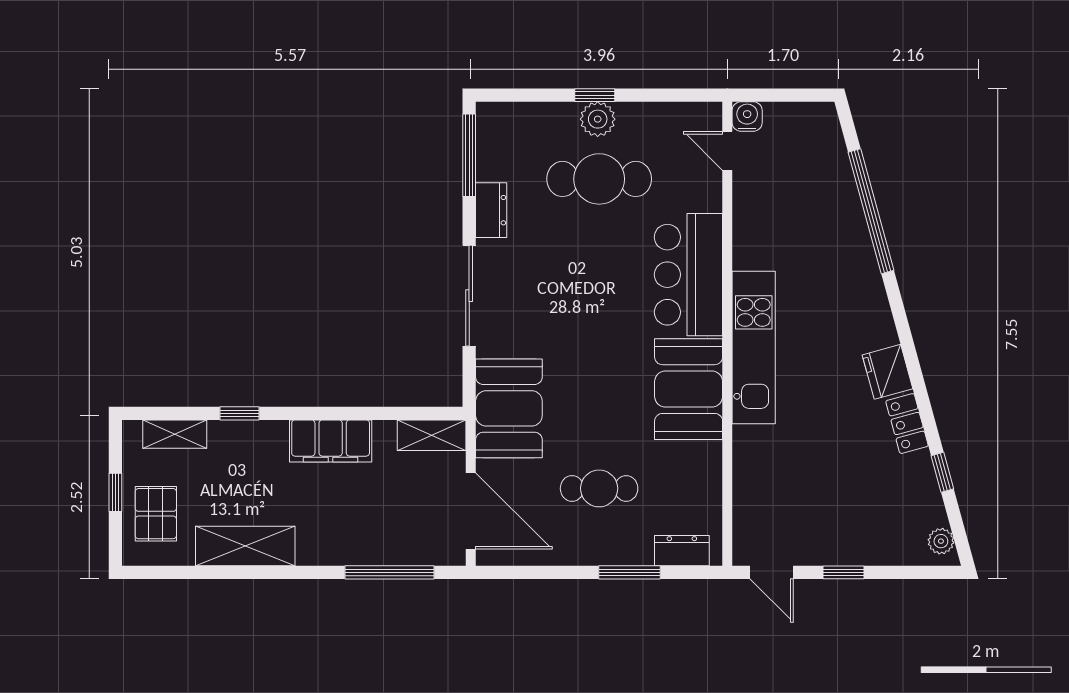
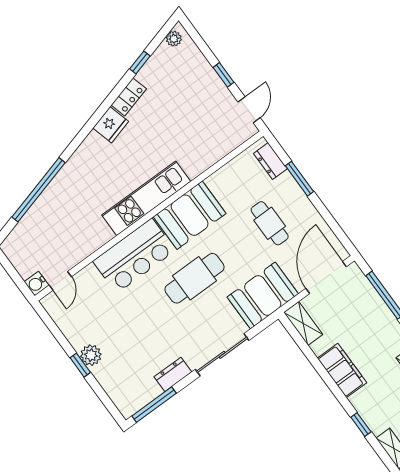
cafe table: (599, 179) -> (195, 278), moved, turned 90

